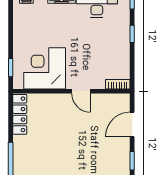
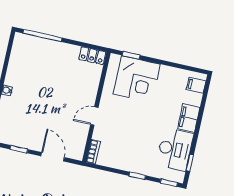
corner desk: (45, 68) -> (137, 79), moved, turned 90
locker: (20, 114) -> (92, 56), width x0.66

